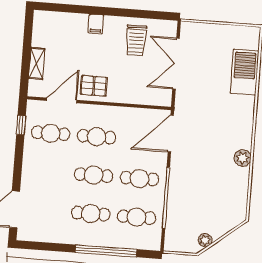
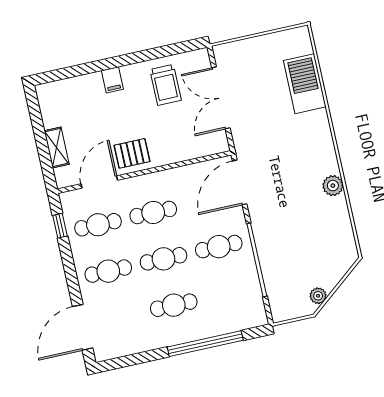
cafe table: (137, 217) -> (108, 271), moved

